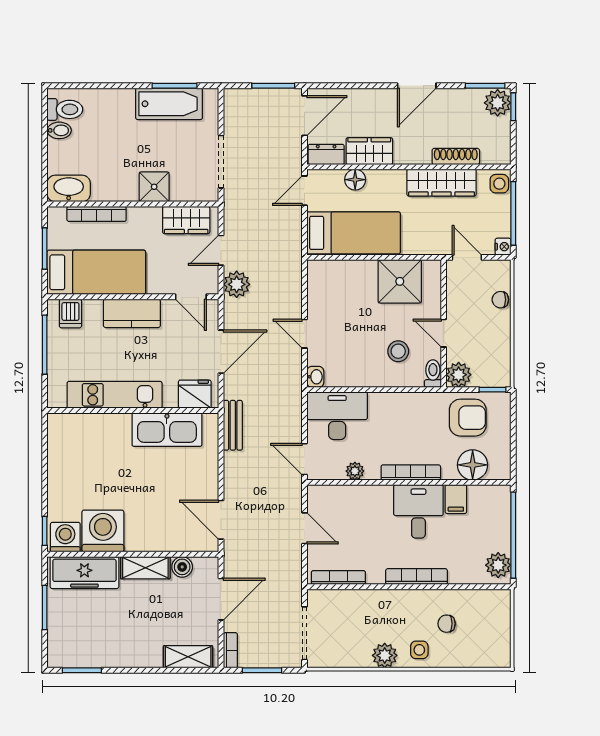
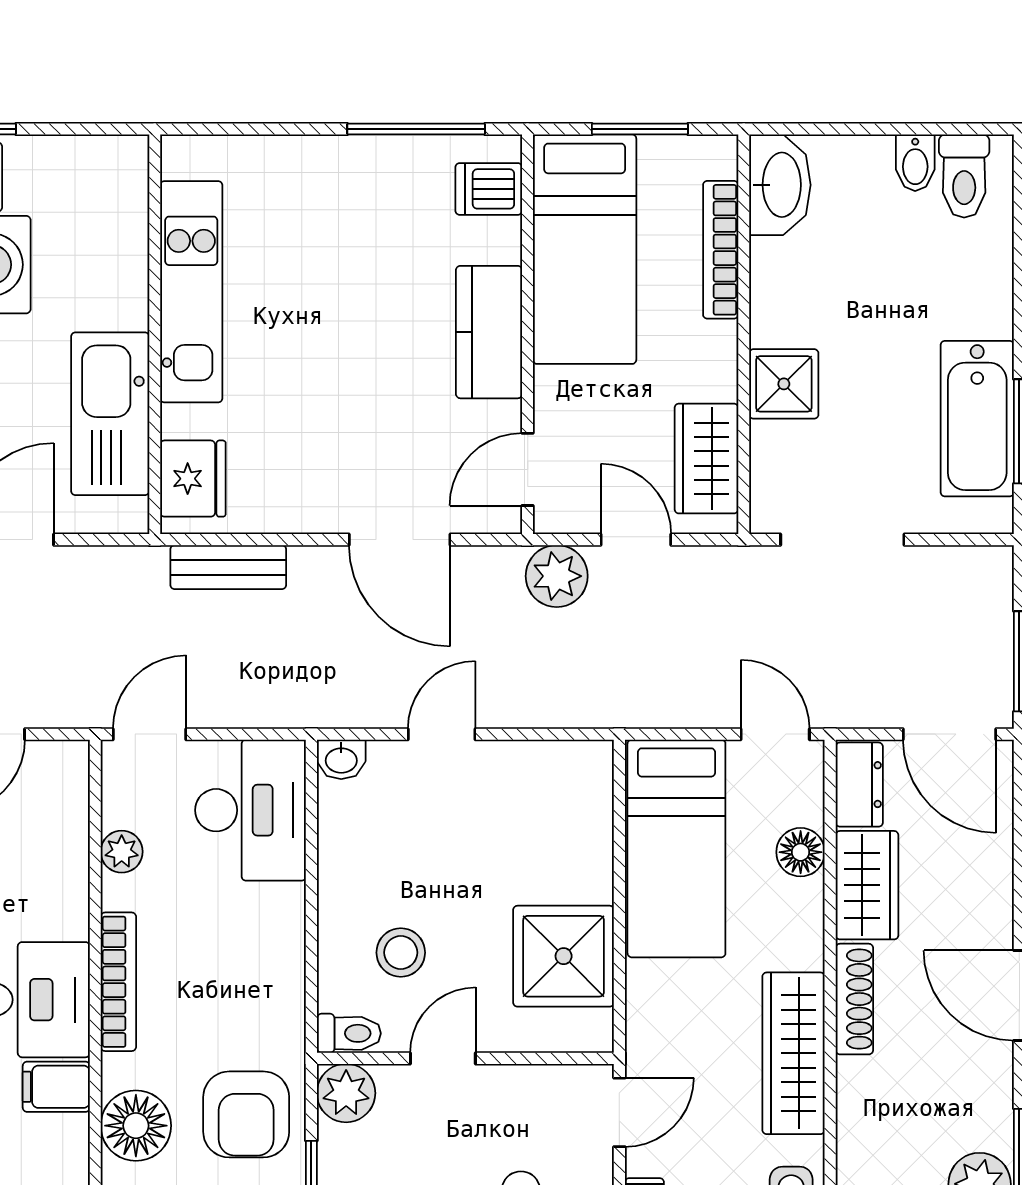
shoe rack: (456, 157) -> (854, 999), moved
fridge: (195, 394) -> (193, 479), moved
kitchen unit: (115, 395) -> (191, 292), moved
wall: (133, 410) -> (155, 334), moved
kitchen sink: (167, 430) -> (110, 414), moved

